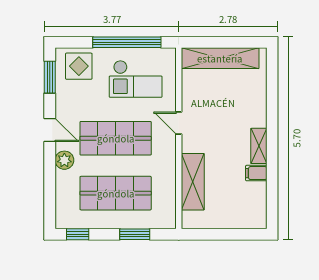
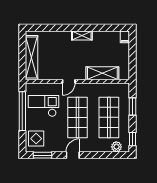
checkout: (136, 79) -> (43, 106), turned -90
plant: (64, 160) -> (116, 147), moved
filing cabinet: (256, 173) -> (125, 37), moved

